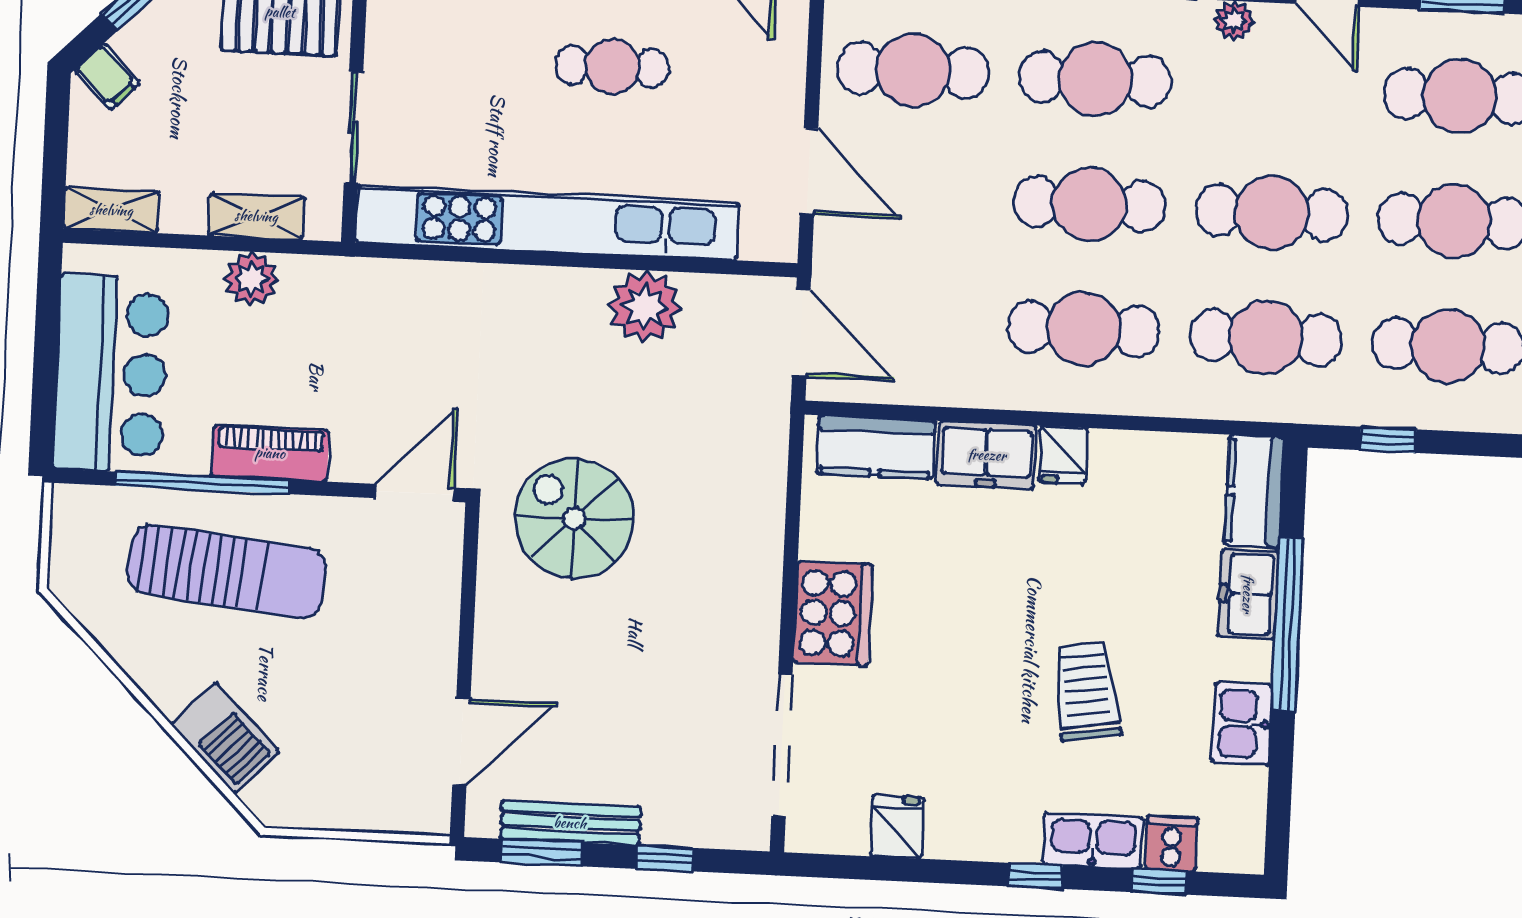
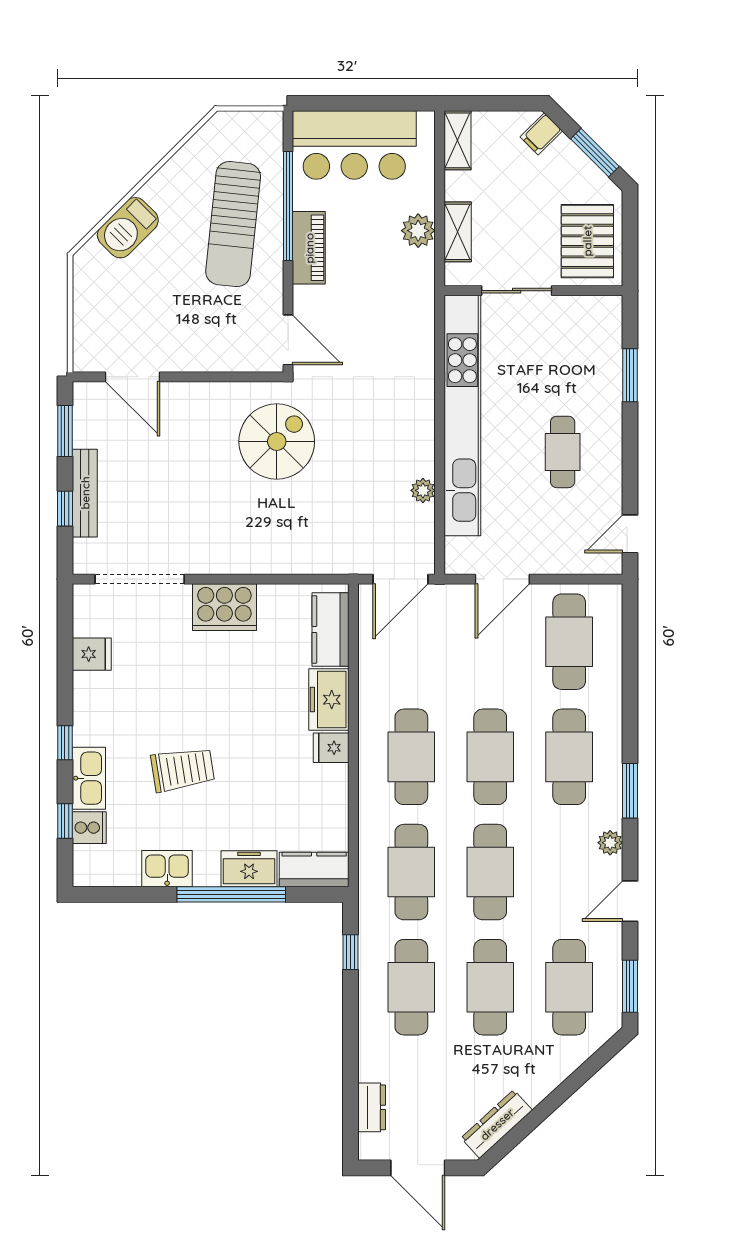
plant: (645, 307) -> (423, 490), width x0.53, depth x0.53
bench: (570, 823) -> (85, 493), moved

